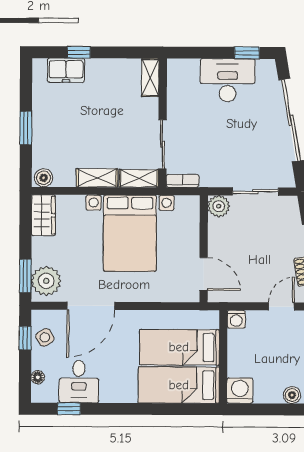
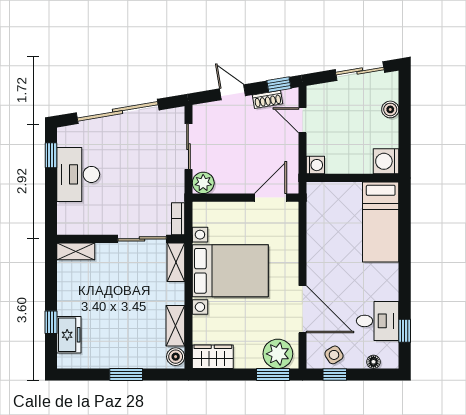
shelving: (97, 178) -> (175, 326), moved
bed: (179, 347) -> (343, 221), removed

